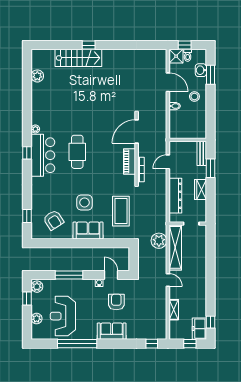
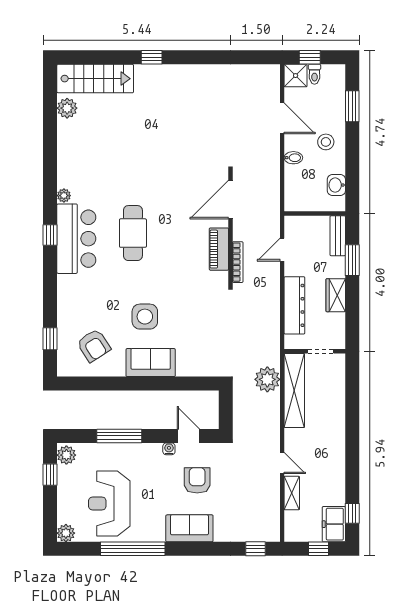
stairs: (78, 58) -> (95, 79), moved
washbasin: (201, 70) -> (336, 185), moved
coffee table: (121, 211) -> (205, 331), removed
door: (168, 280) -> (282, 463), moved
plant: (37, 319) -> (66, 533), moved

